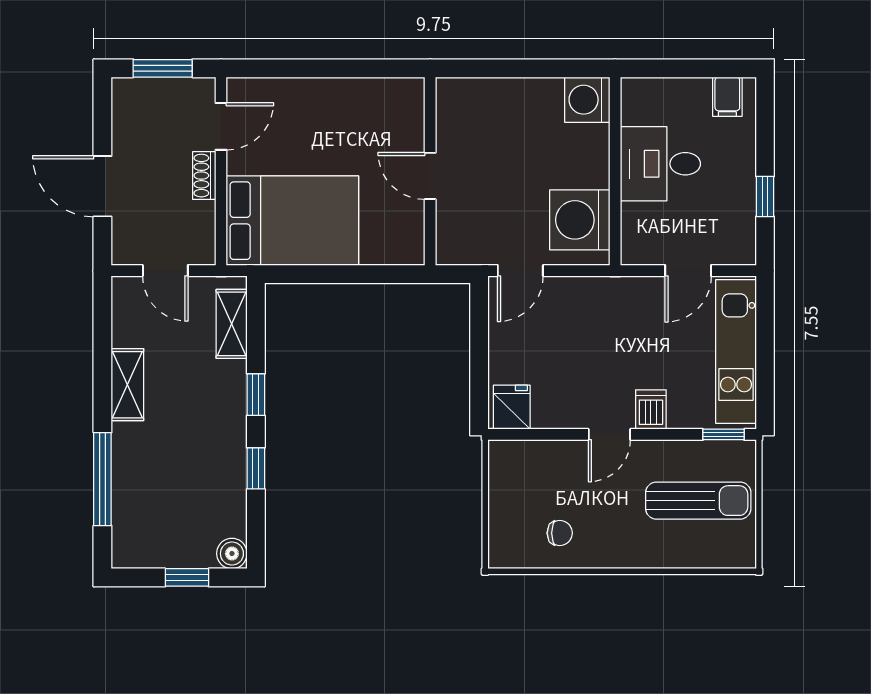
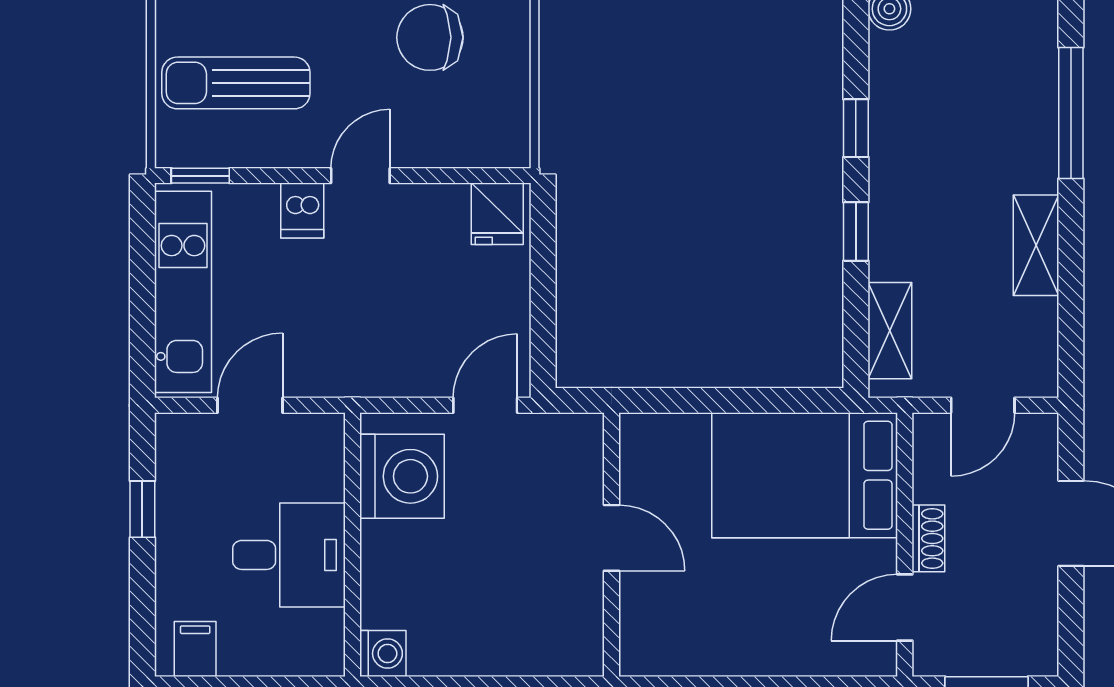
washing machine: (587, 100) -> (383, 654), width x0.73, depth x0.73
door: (165, 271) -> (983, 405), swing flipped
chair: (560, 533) -> (430, 37), width x1.87, depth x1.87

